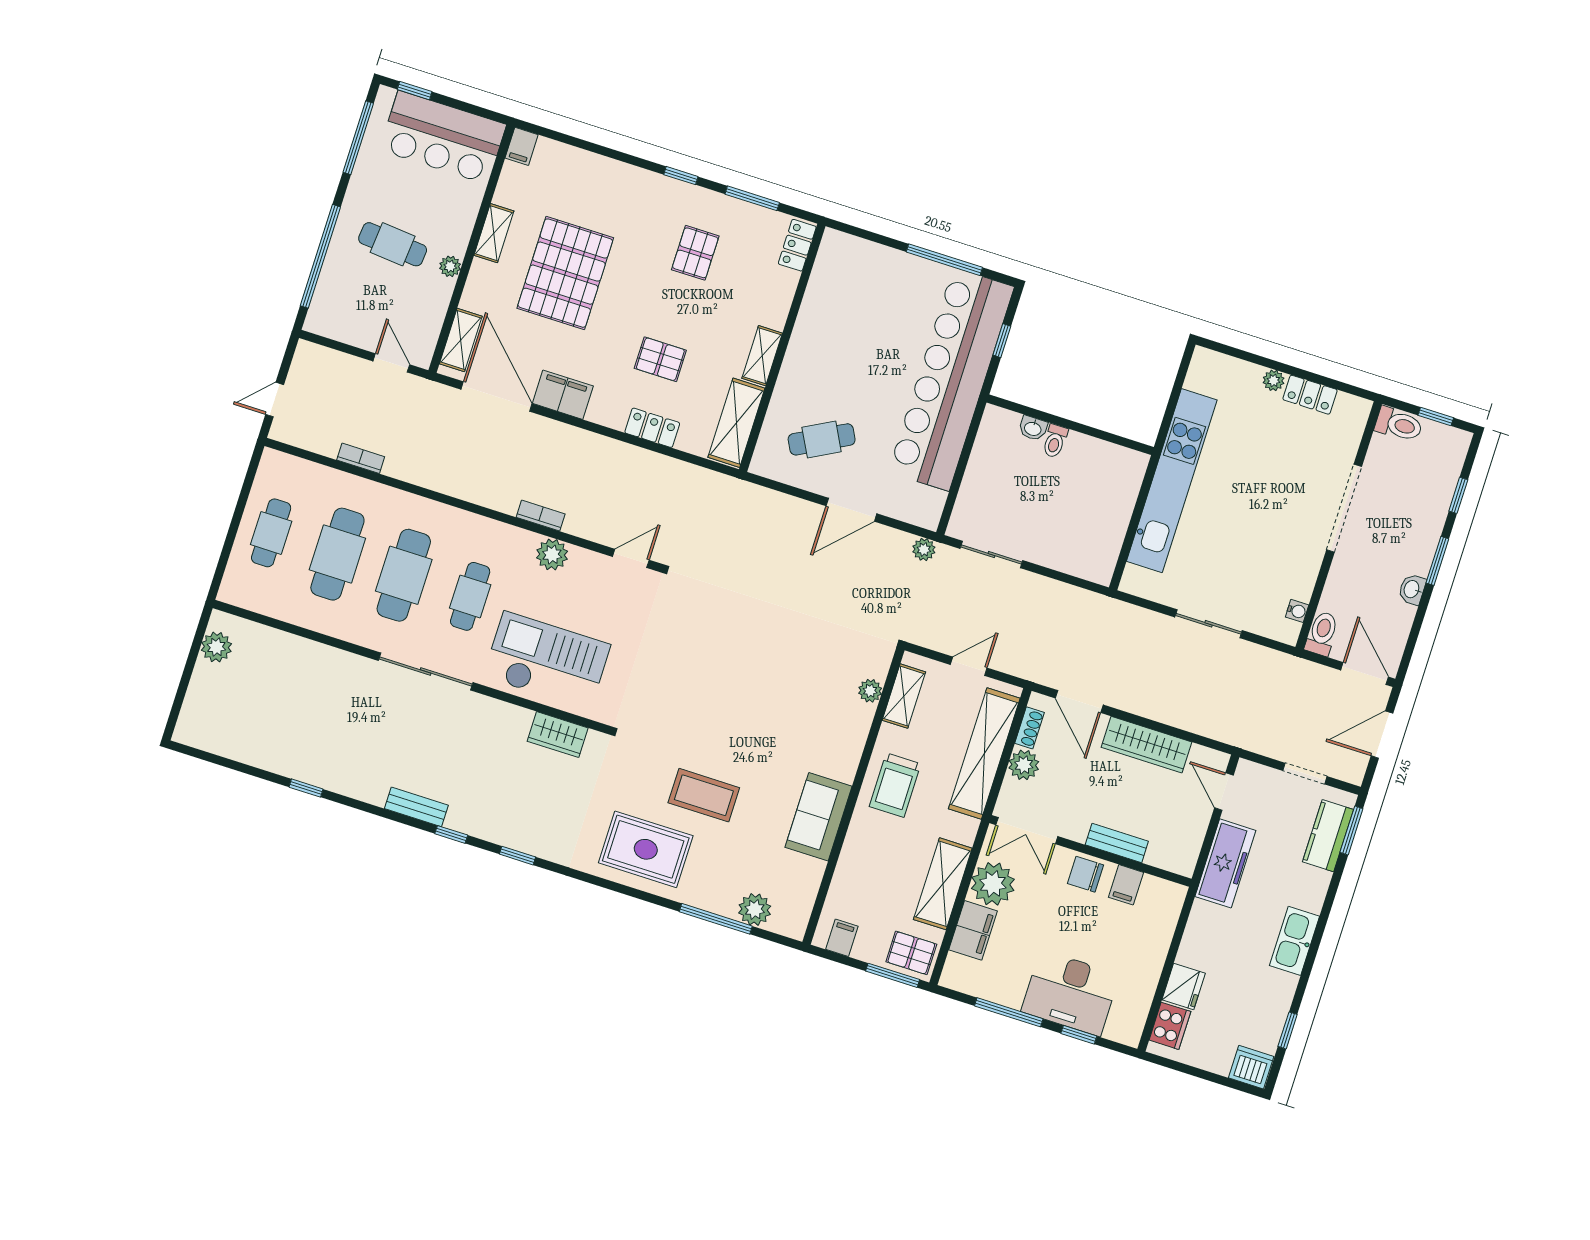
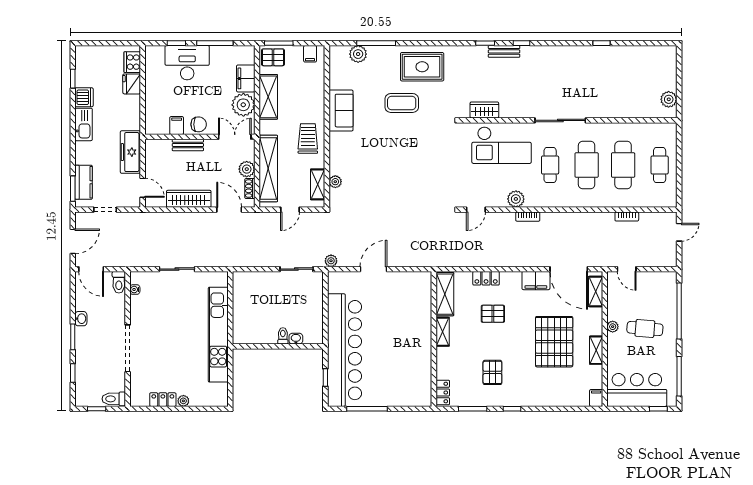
cafe table: (822, 439) -> (400, 299), removed
bench: (416, 807) -> (504, 51), moved
dishwasher: (1251, 1067) -> (84, 97), moved, turned -90

